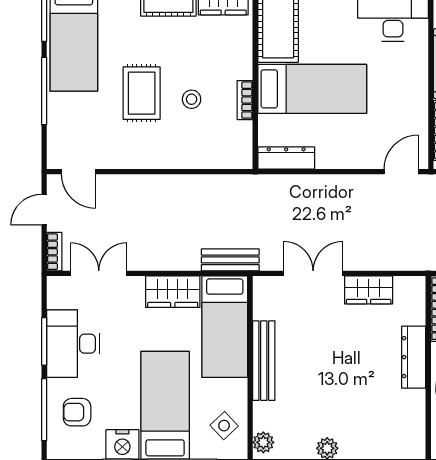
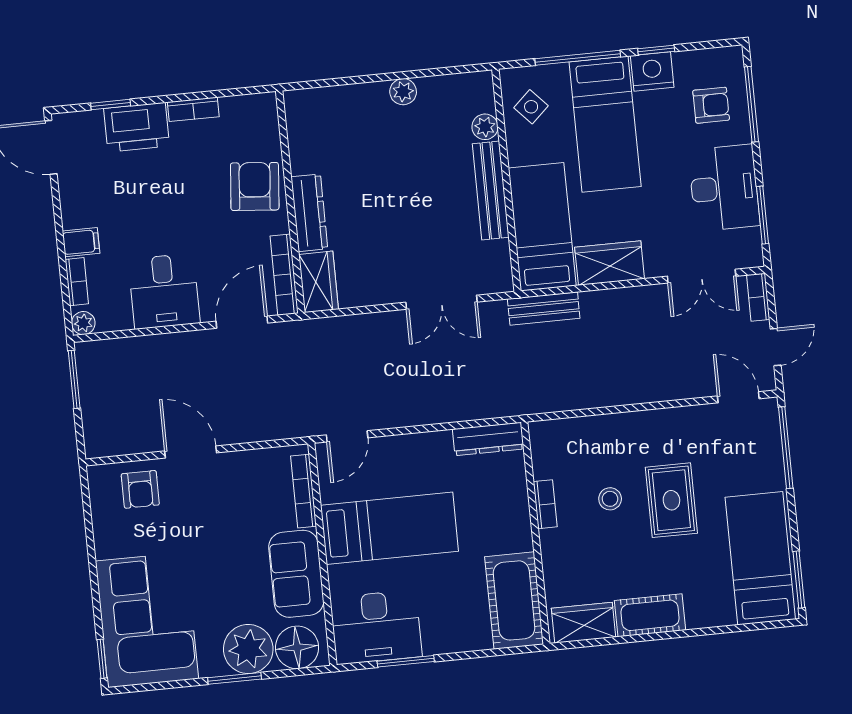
bed: (312, 89) -> (389, 528), moved, turned 180
window: (44, 91) -> (786, 448), moved
wardrobe: (369, 290) -> (318, 282), moved, turned 90
window: (44, 341) -> (762, 215), moved
plant: (263, 442) -> (485, 127), moved

